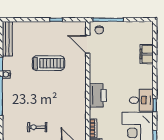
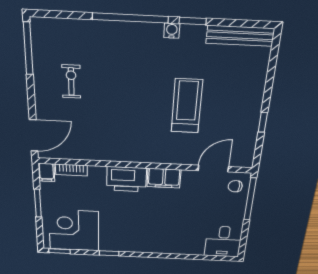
filing cabinet: (147, 54) -> (164, 178), moved, turned 180
treadmill: (48, 63) -> (187, 106), turned 180
desk: (141, 100) -> (223, 242), moved

